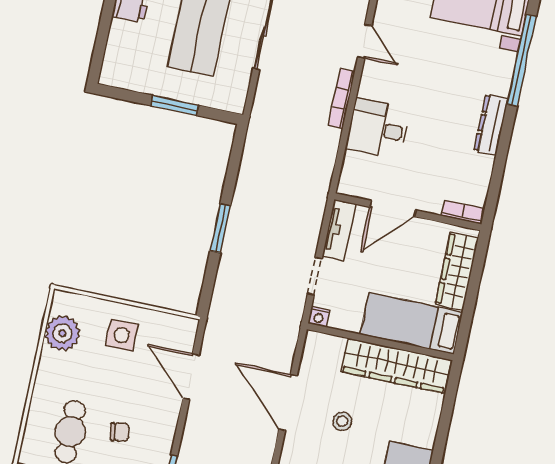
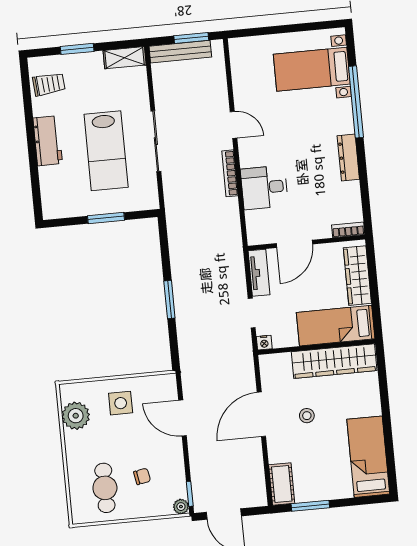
door: (288, 402) -> (261, 414), hinge flipped

